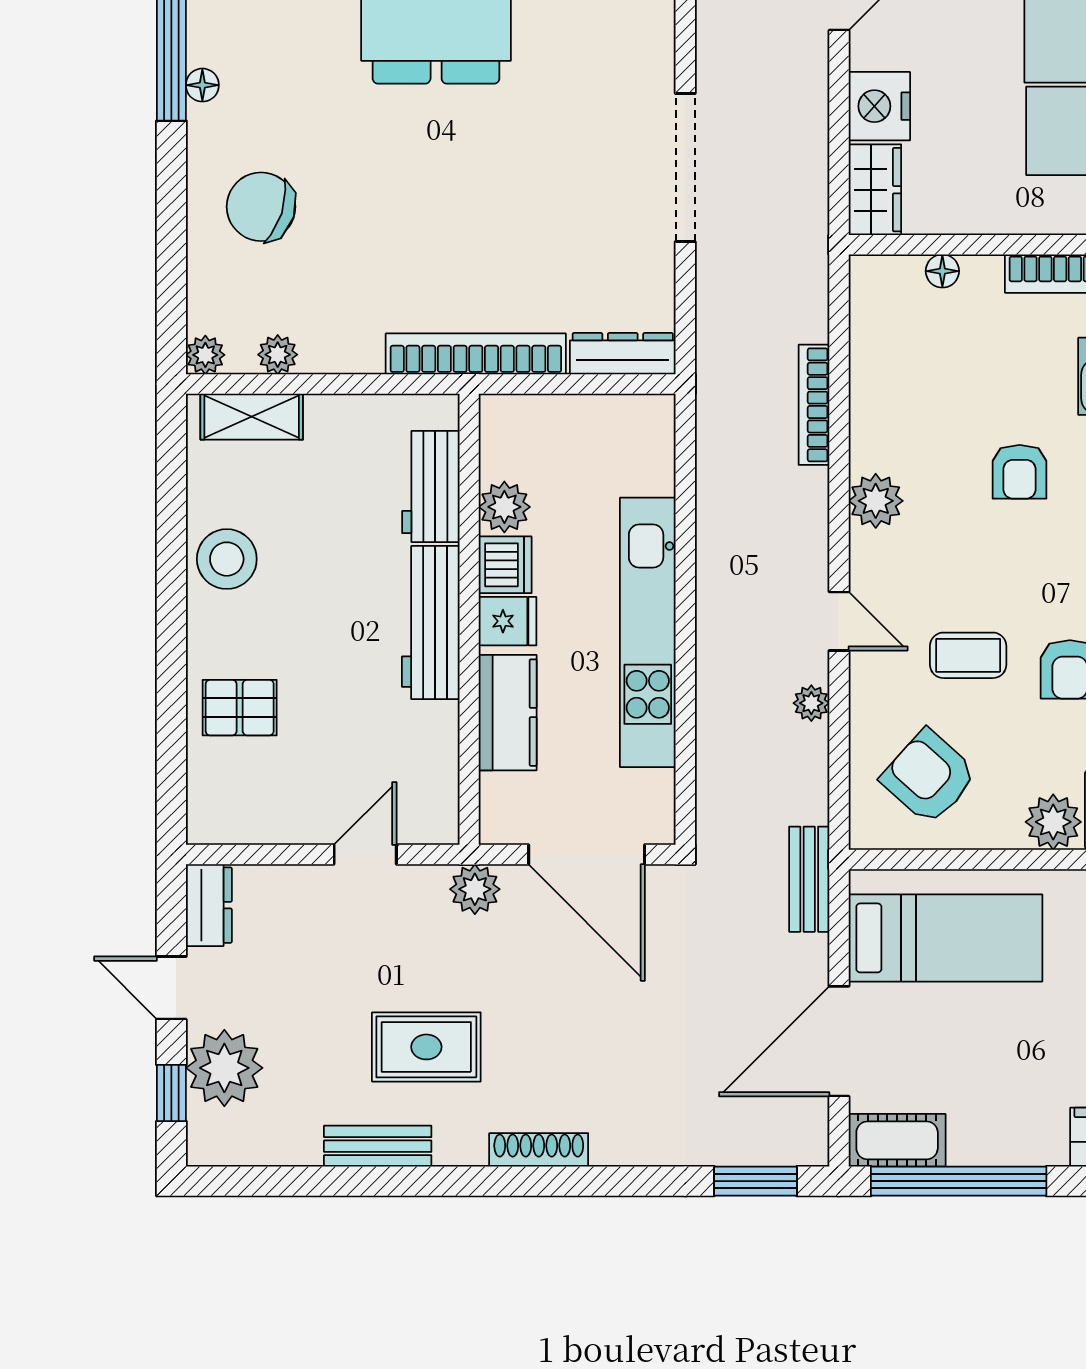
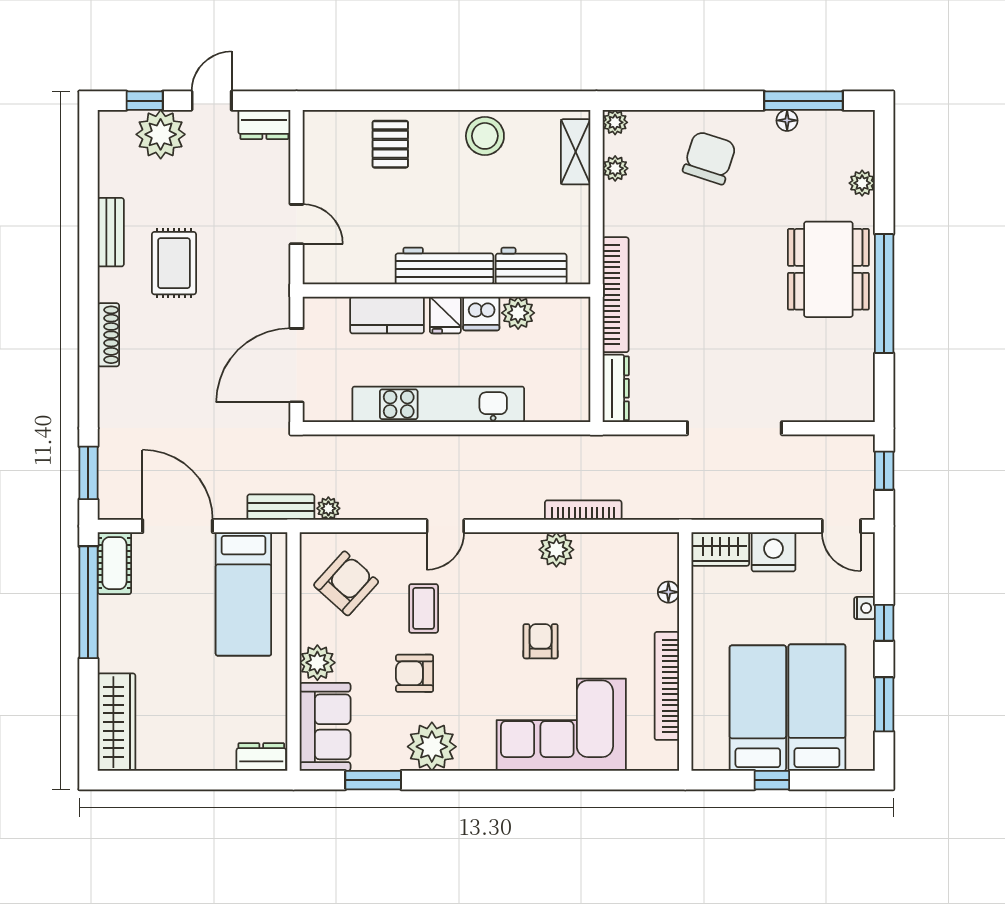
armchair: (1020, 472) -> (541, 641), turned 90
plant: (876, 501) -> (556, 550), moved
plant: (811, 703) -> (328, 508), moved
plant: (475, 889) -> (274, 294), removed

